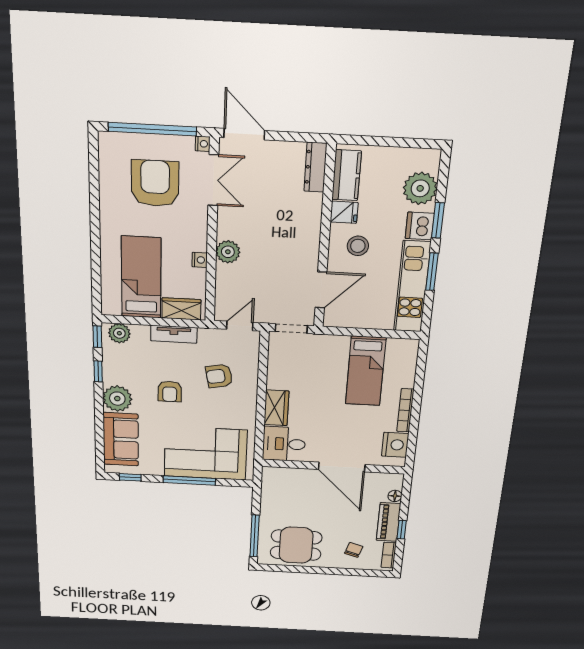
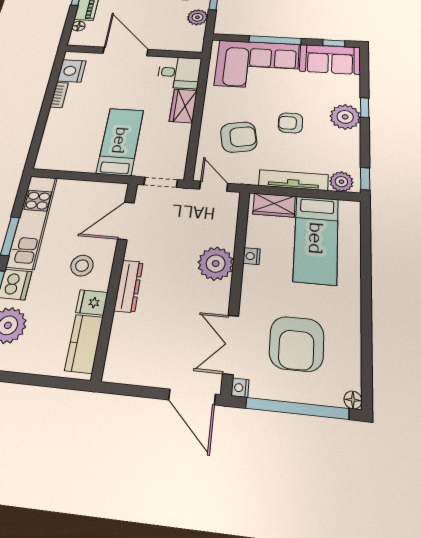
floor lamp: (105, 138) -> (353, 400), added
dresser: (315, 167) -> (129, 286), moved
plant: (228, 252) -> (216, 264), width x1.36, depth x1.36
door: (240, 326) -> (214, 186), swing flipped
tv unit: (174, 334) -> (293, 180), width x1.41
window: (98, 371) -> (365, 108), moved
bed: (366, 371) -> (120, 141), moved
armchair: (219, 376) -> (239, 137), width x1.38, depth x1.38
armchair: (170, 391) -> (290, 123), turned -90
bookcase: (405, 410) -> (59, 95), width x0.64
sofa: (121, 439) -> (330, 59), moved, turned -90
plant: (270, 506) -> (198, 17), added

